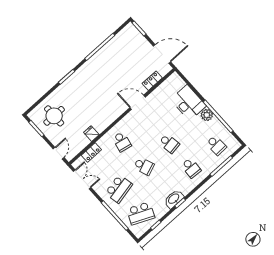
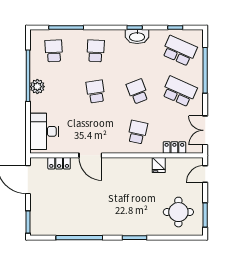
desk: (188, 103) -> (44, 131), moved
school desk: (119, 189) -> (179, 91), turned 36

